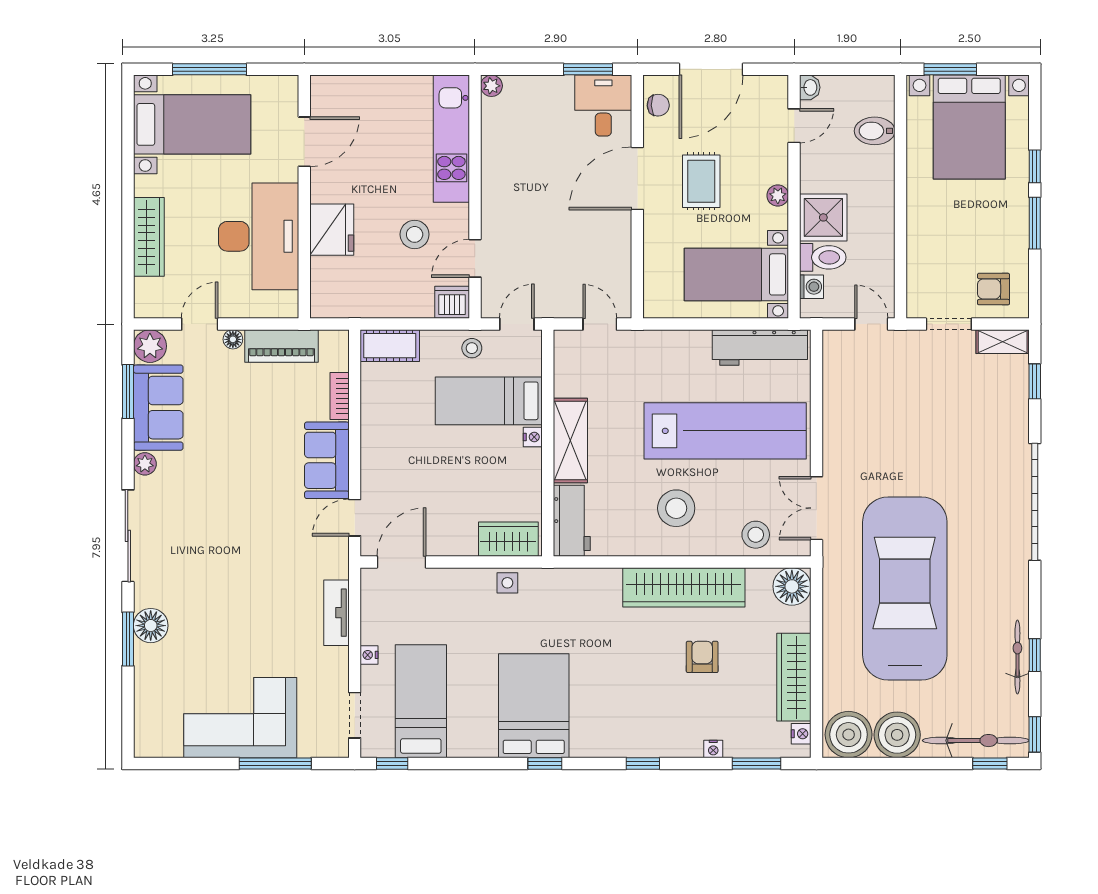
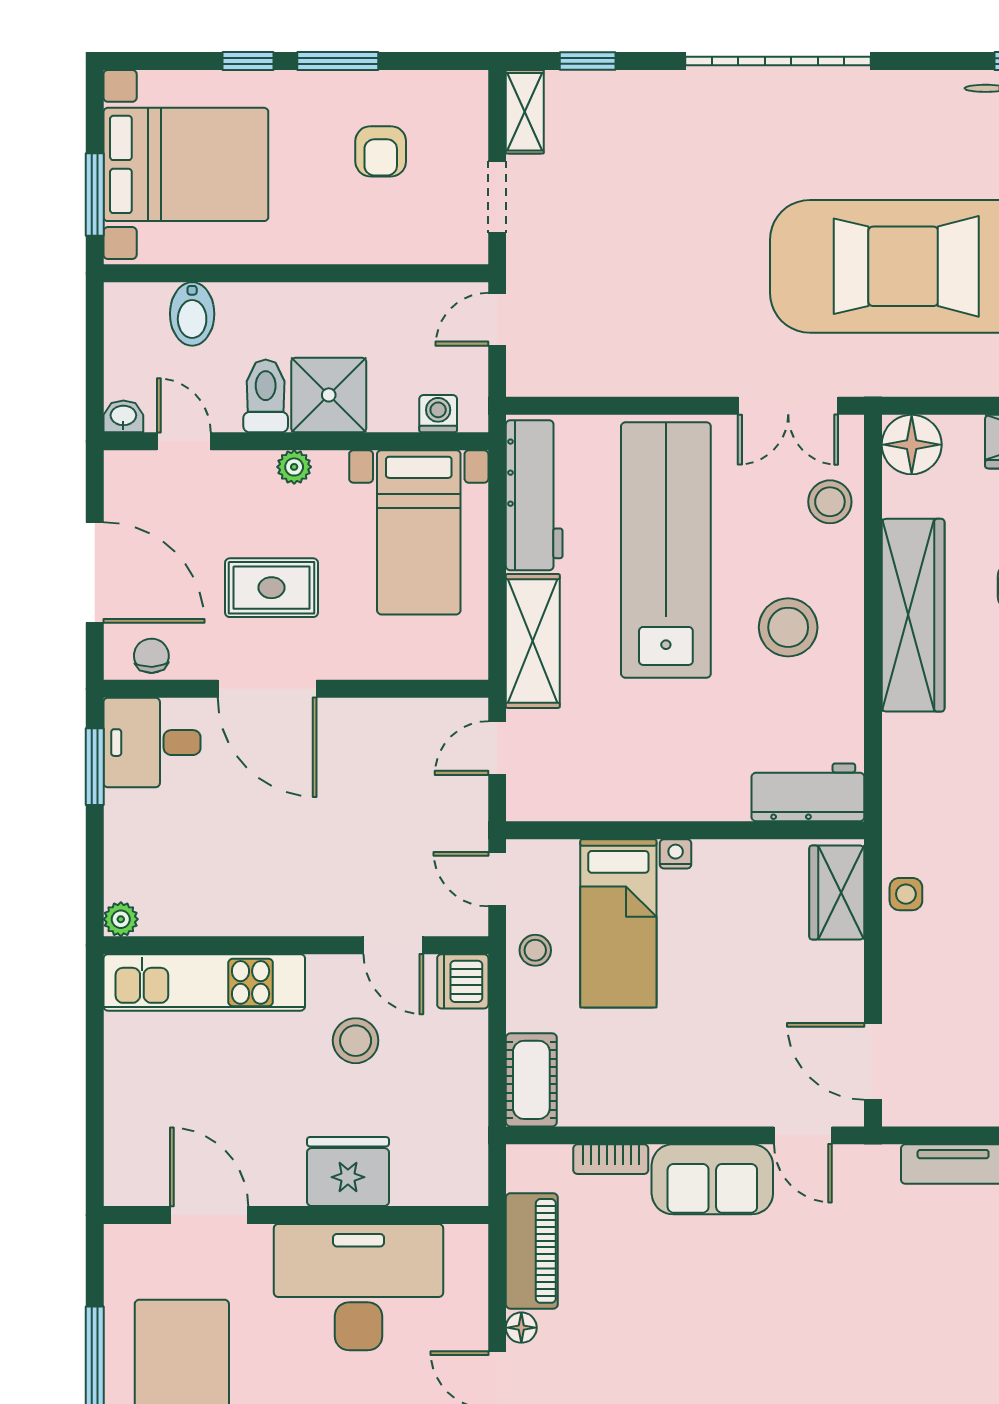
toilet: (823, 257) -> (266, 396), moved
armchair: (994, 289) -> (381, 151), moved
shelving: (570, 440) -> (533, 641), moved, turned 90

